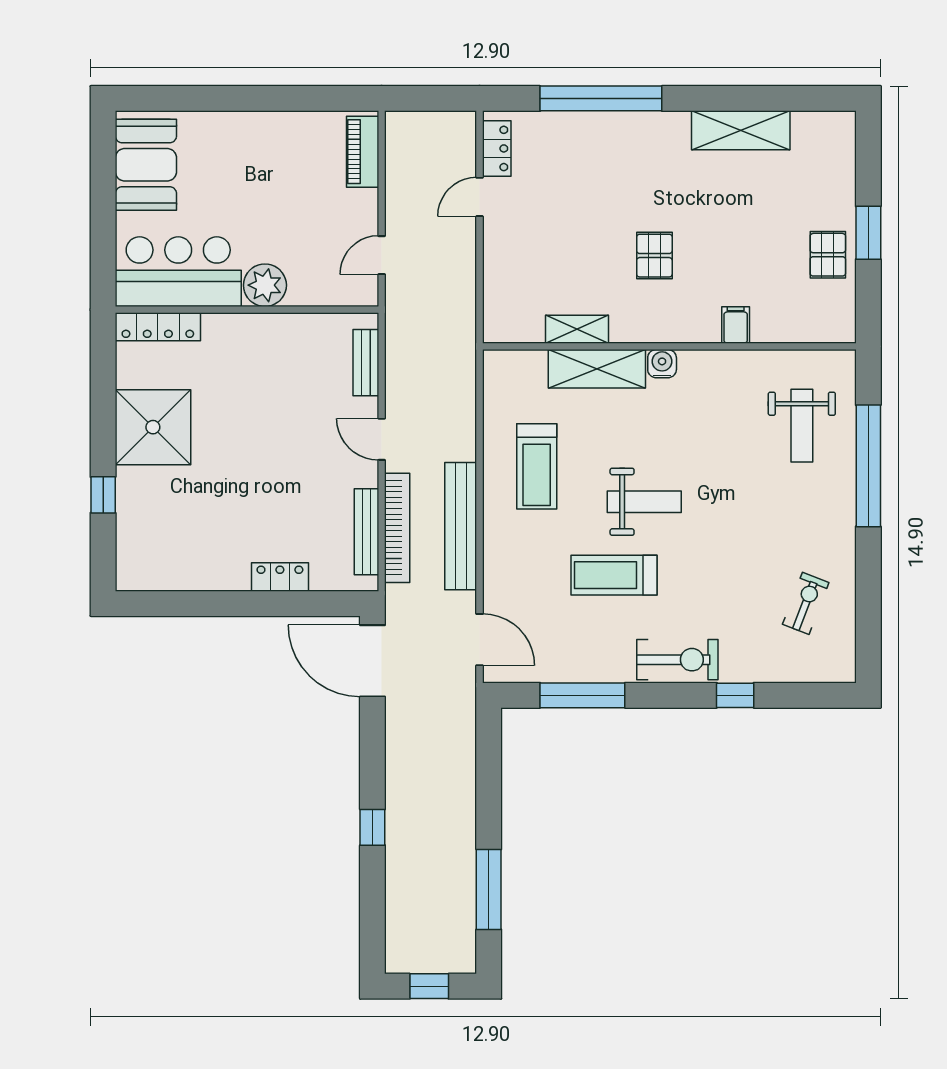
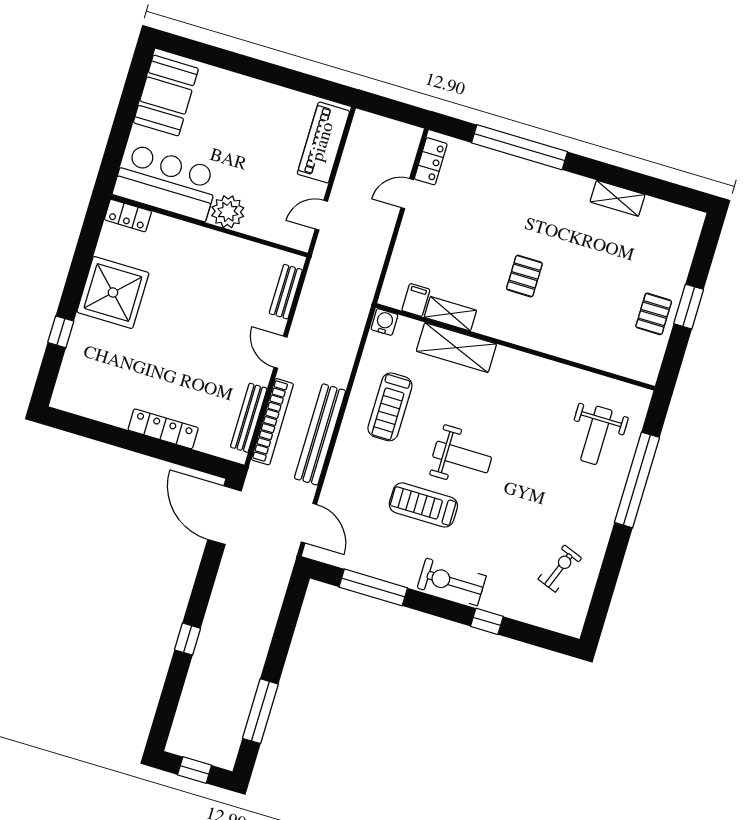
shelving: (741, 130) -> (617, 198), width x0.67, depth x0.75
piano: (363, 152) -> (323, 142), width x1.37, depth x1.33
filing cabinet: (736, 325) -> (416, 300), moved
locker: (158, 327) -> (128, 216), width x0.66
water cooler: (662, 364) -> (384, 322), moved
locker: (280, 577) -> (163, 429), width x1.53
exercise bike: (677, 660) -> (452, 582), turned 180

